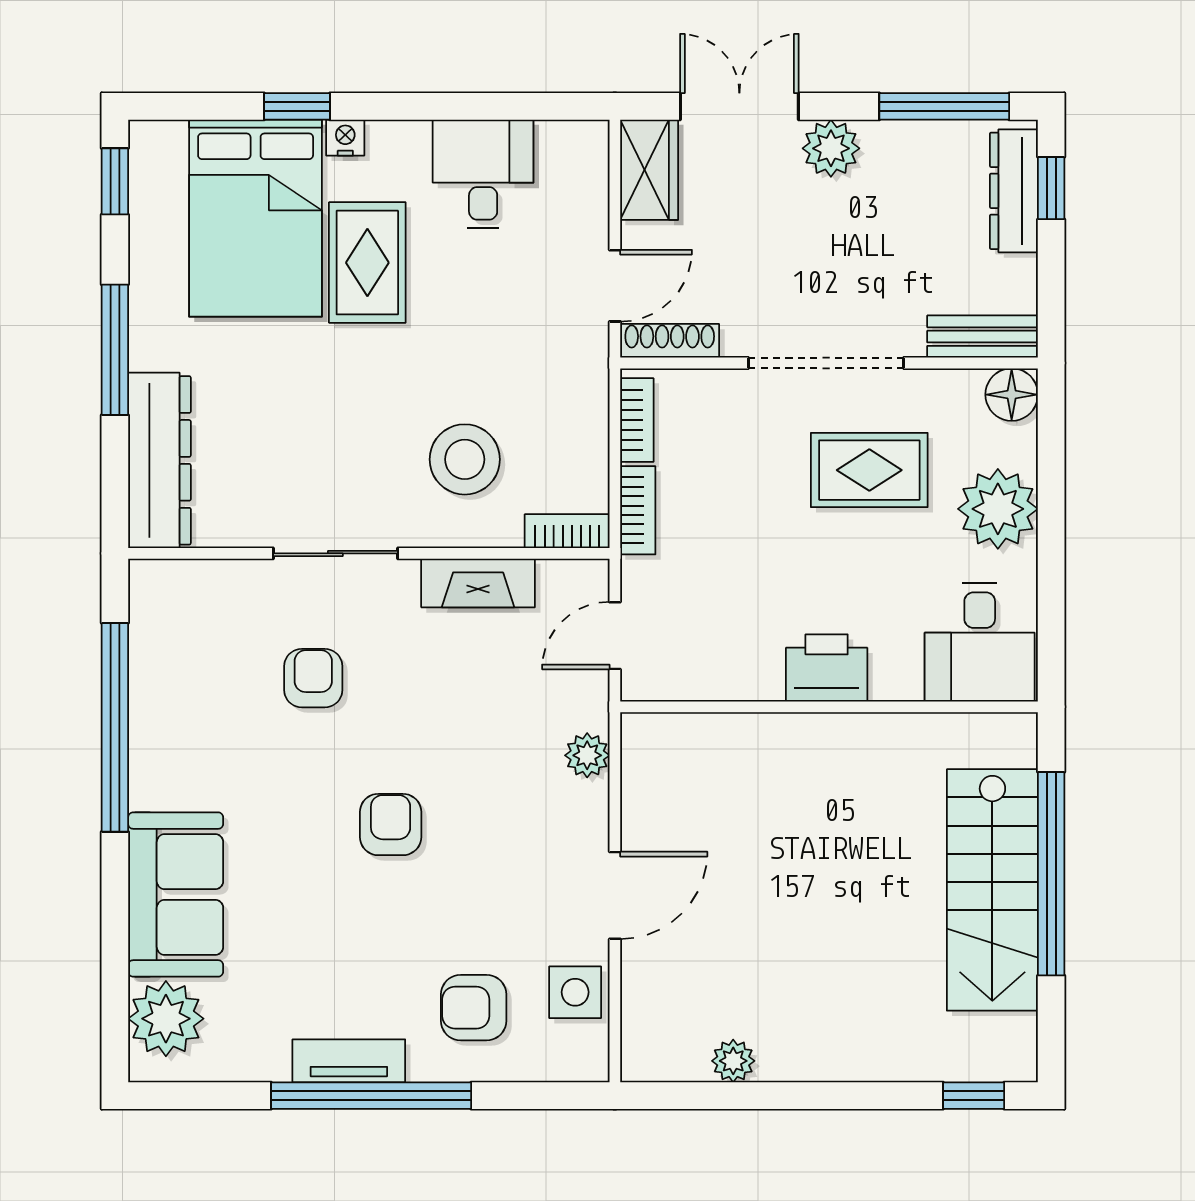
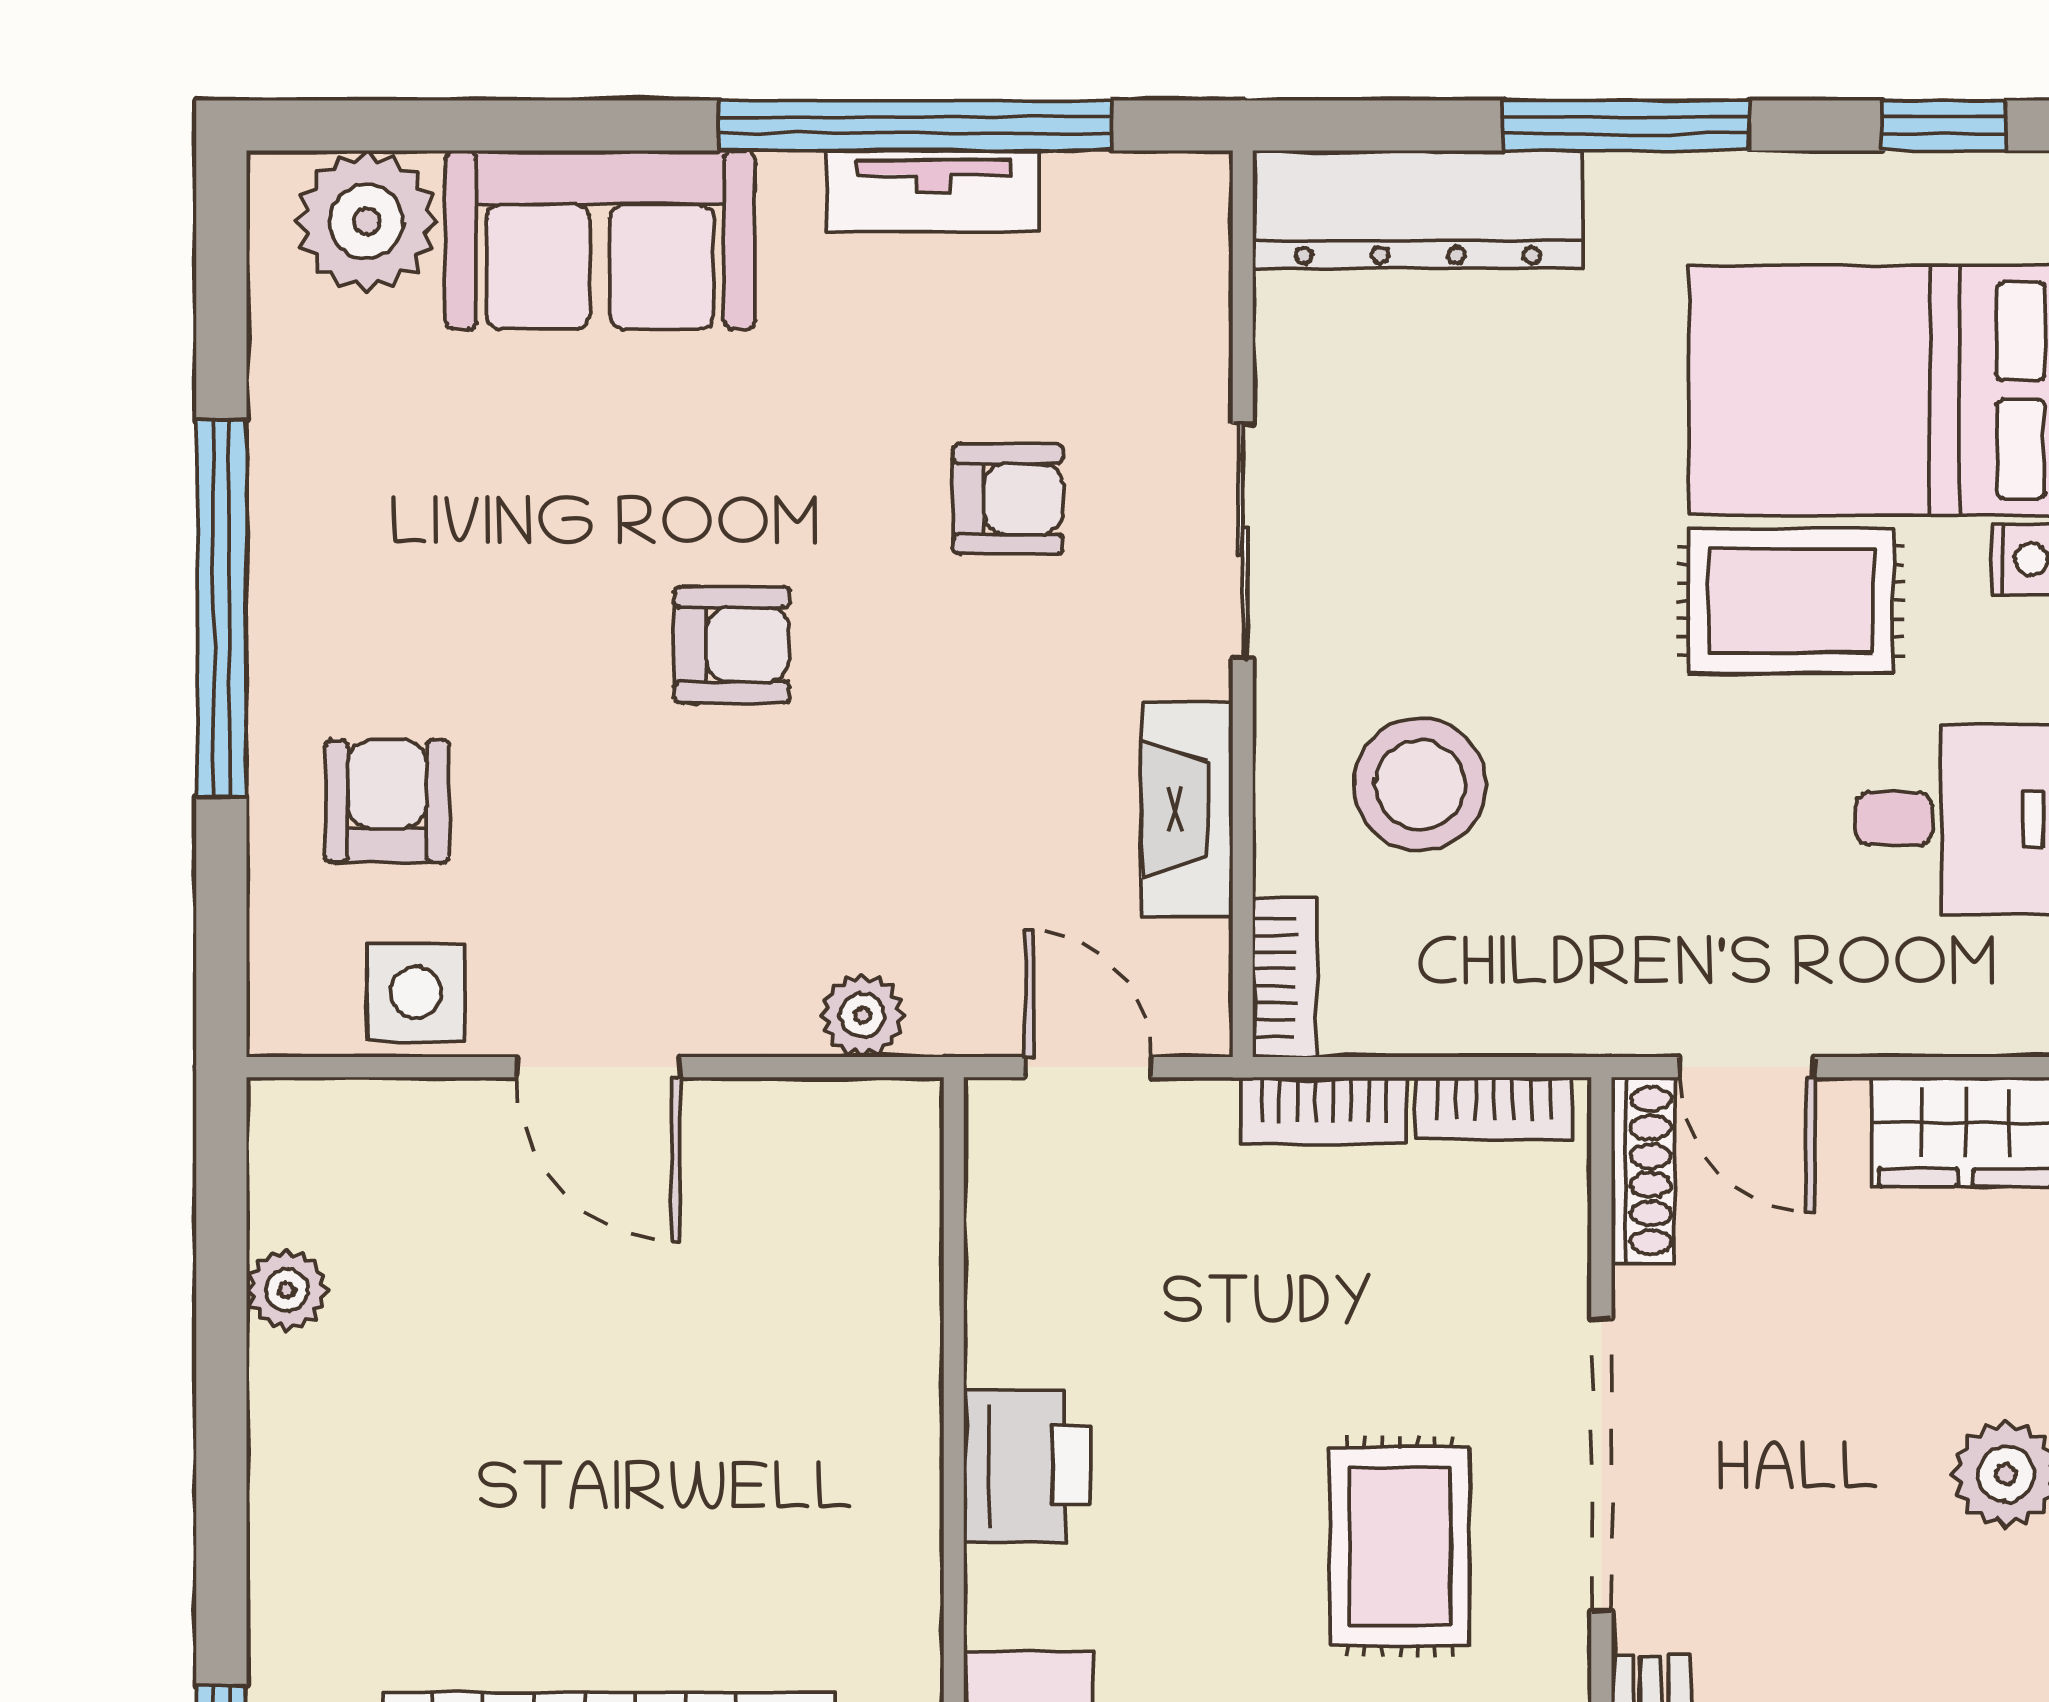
tv unit: (349, 1061) -> (933, 191), moved, turned 90

